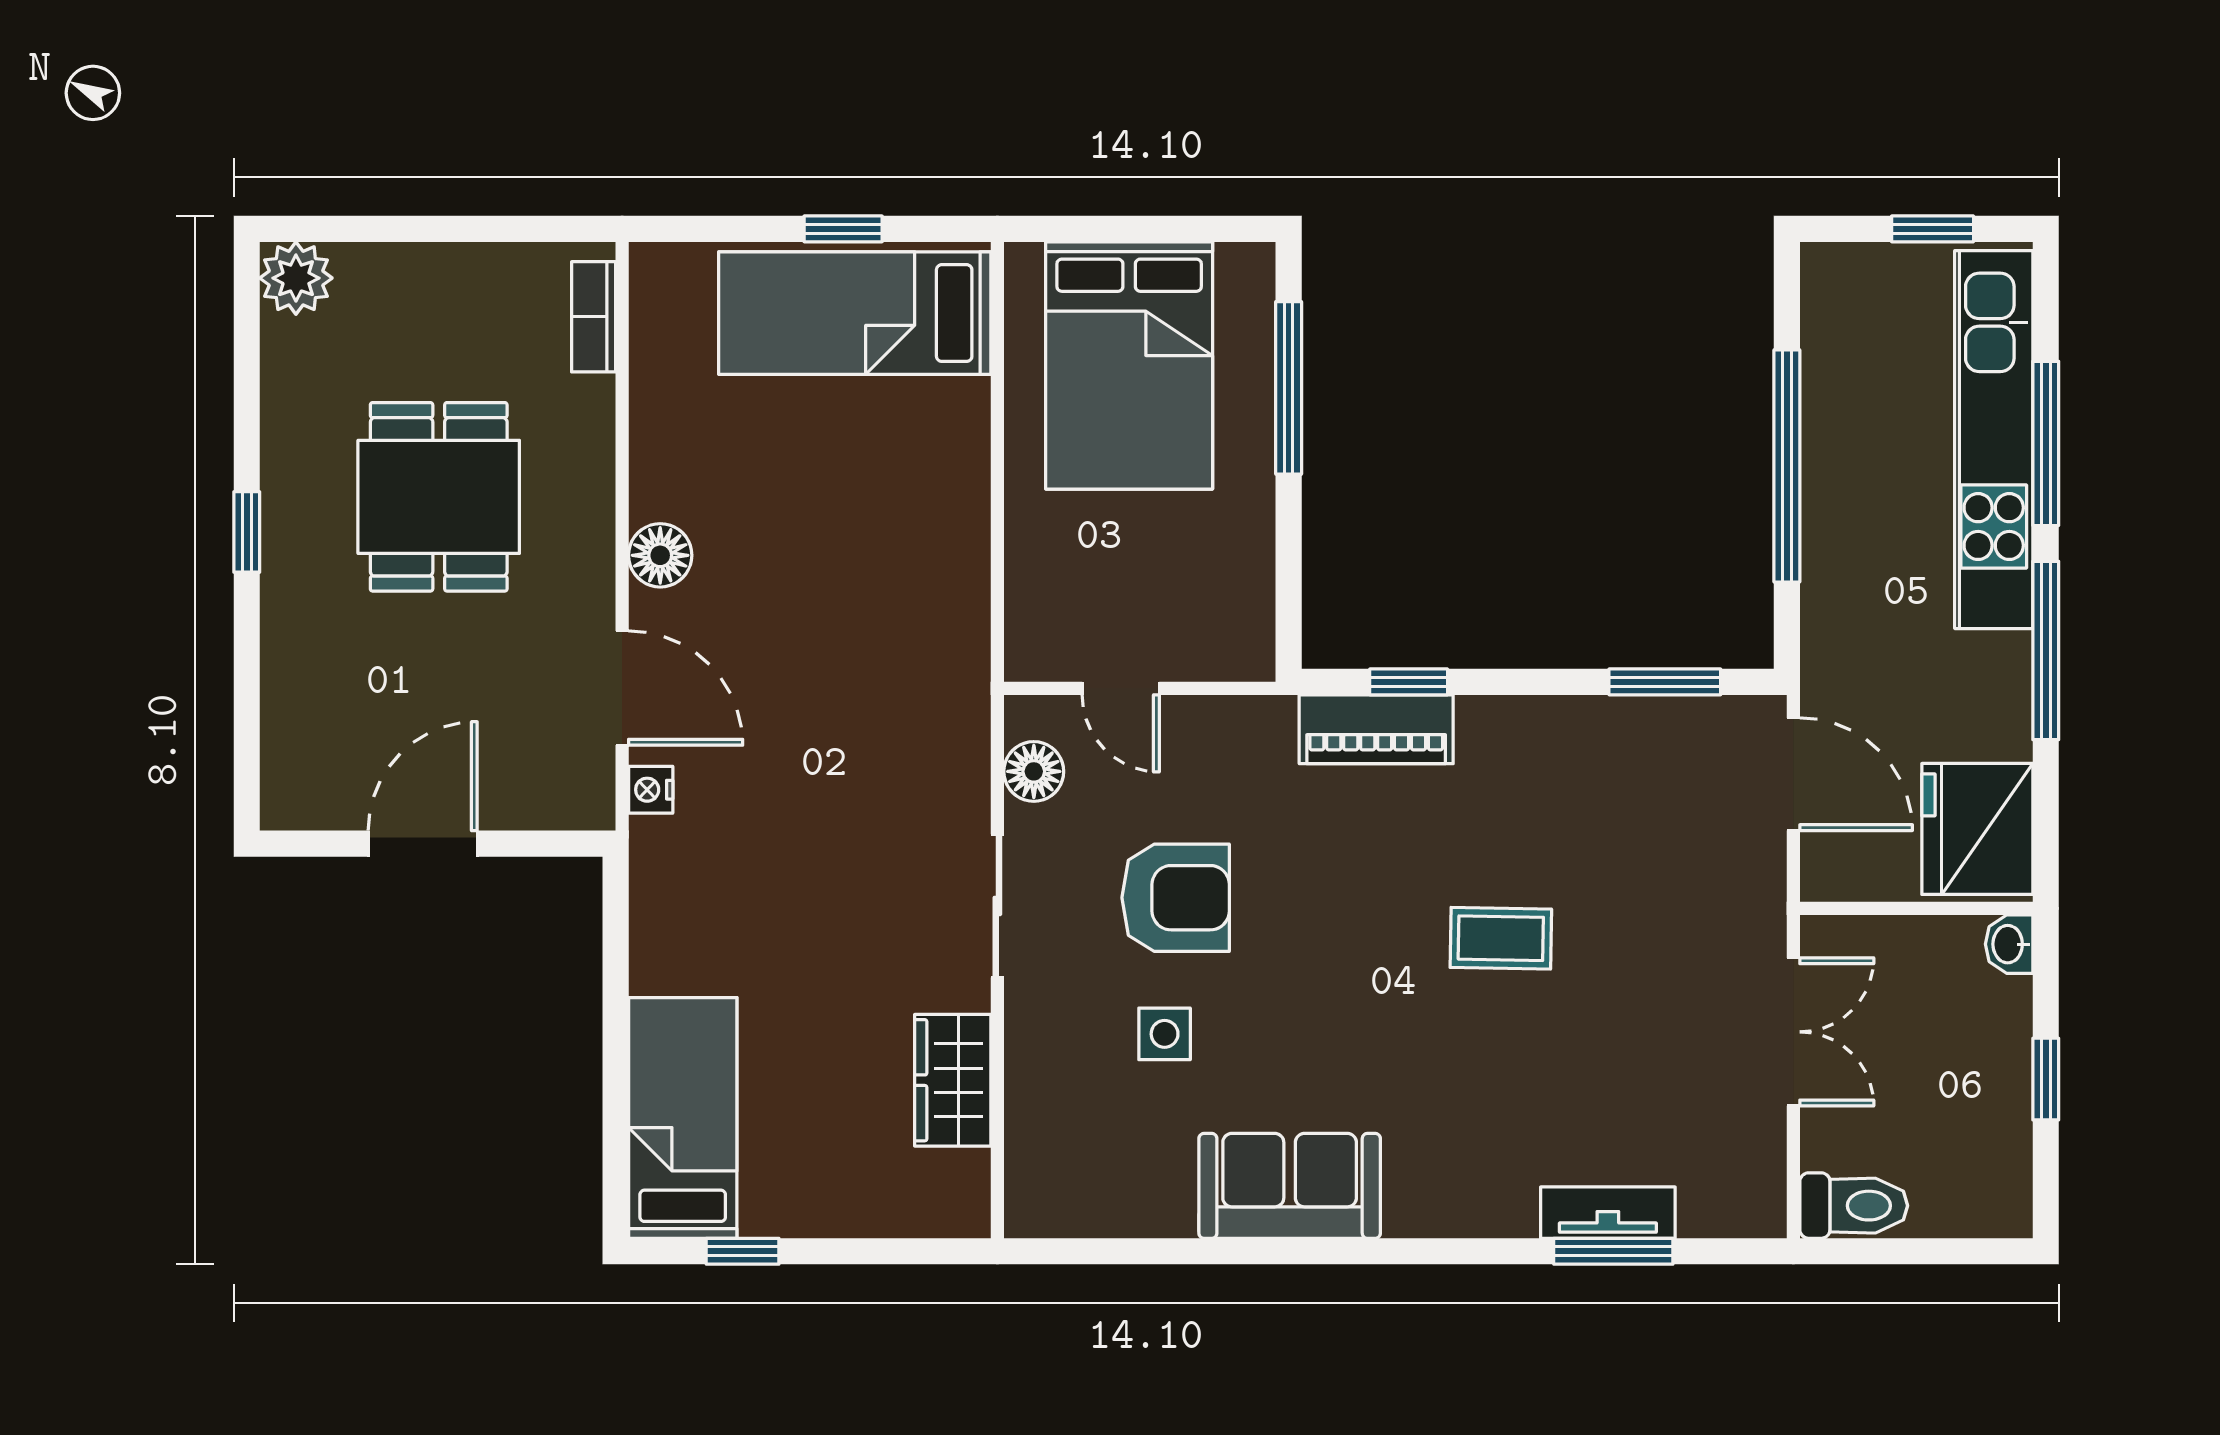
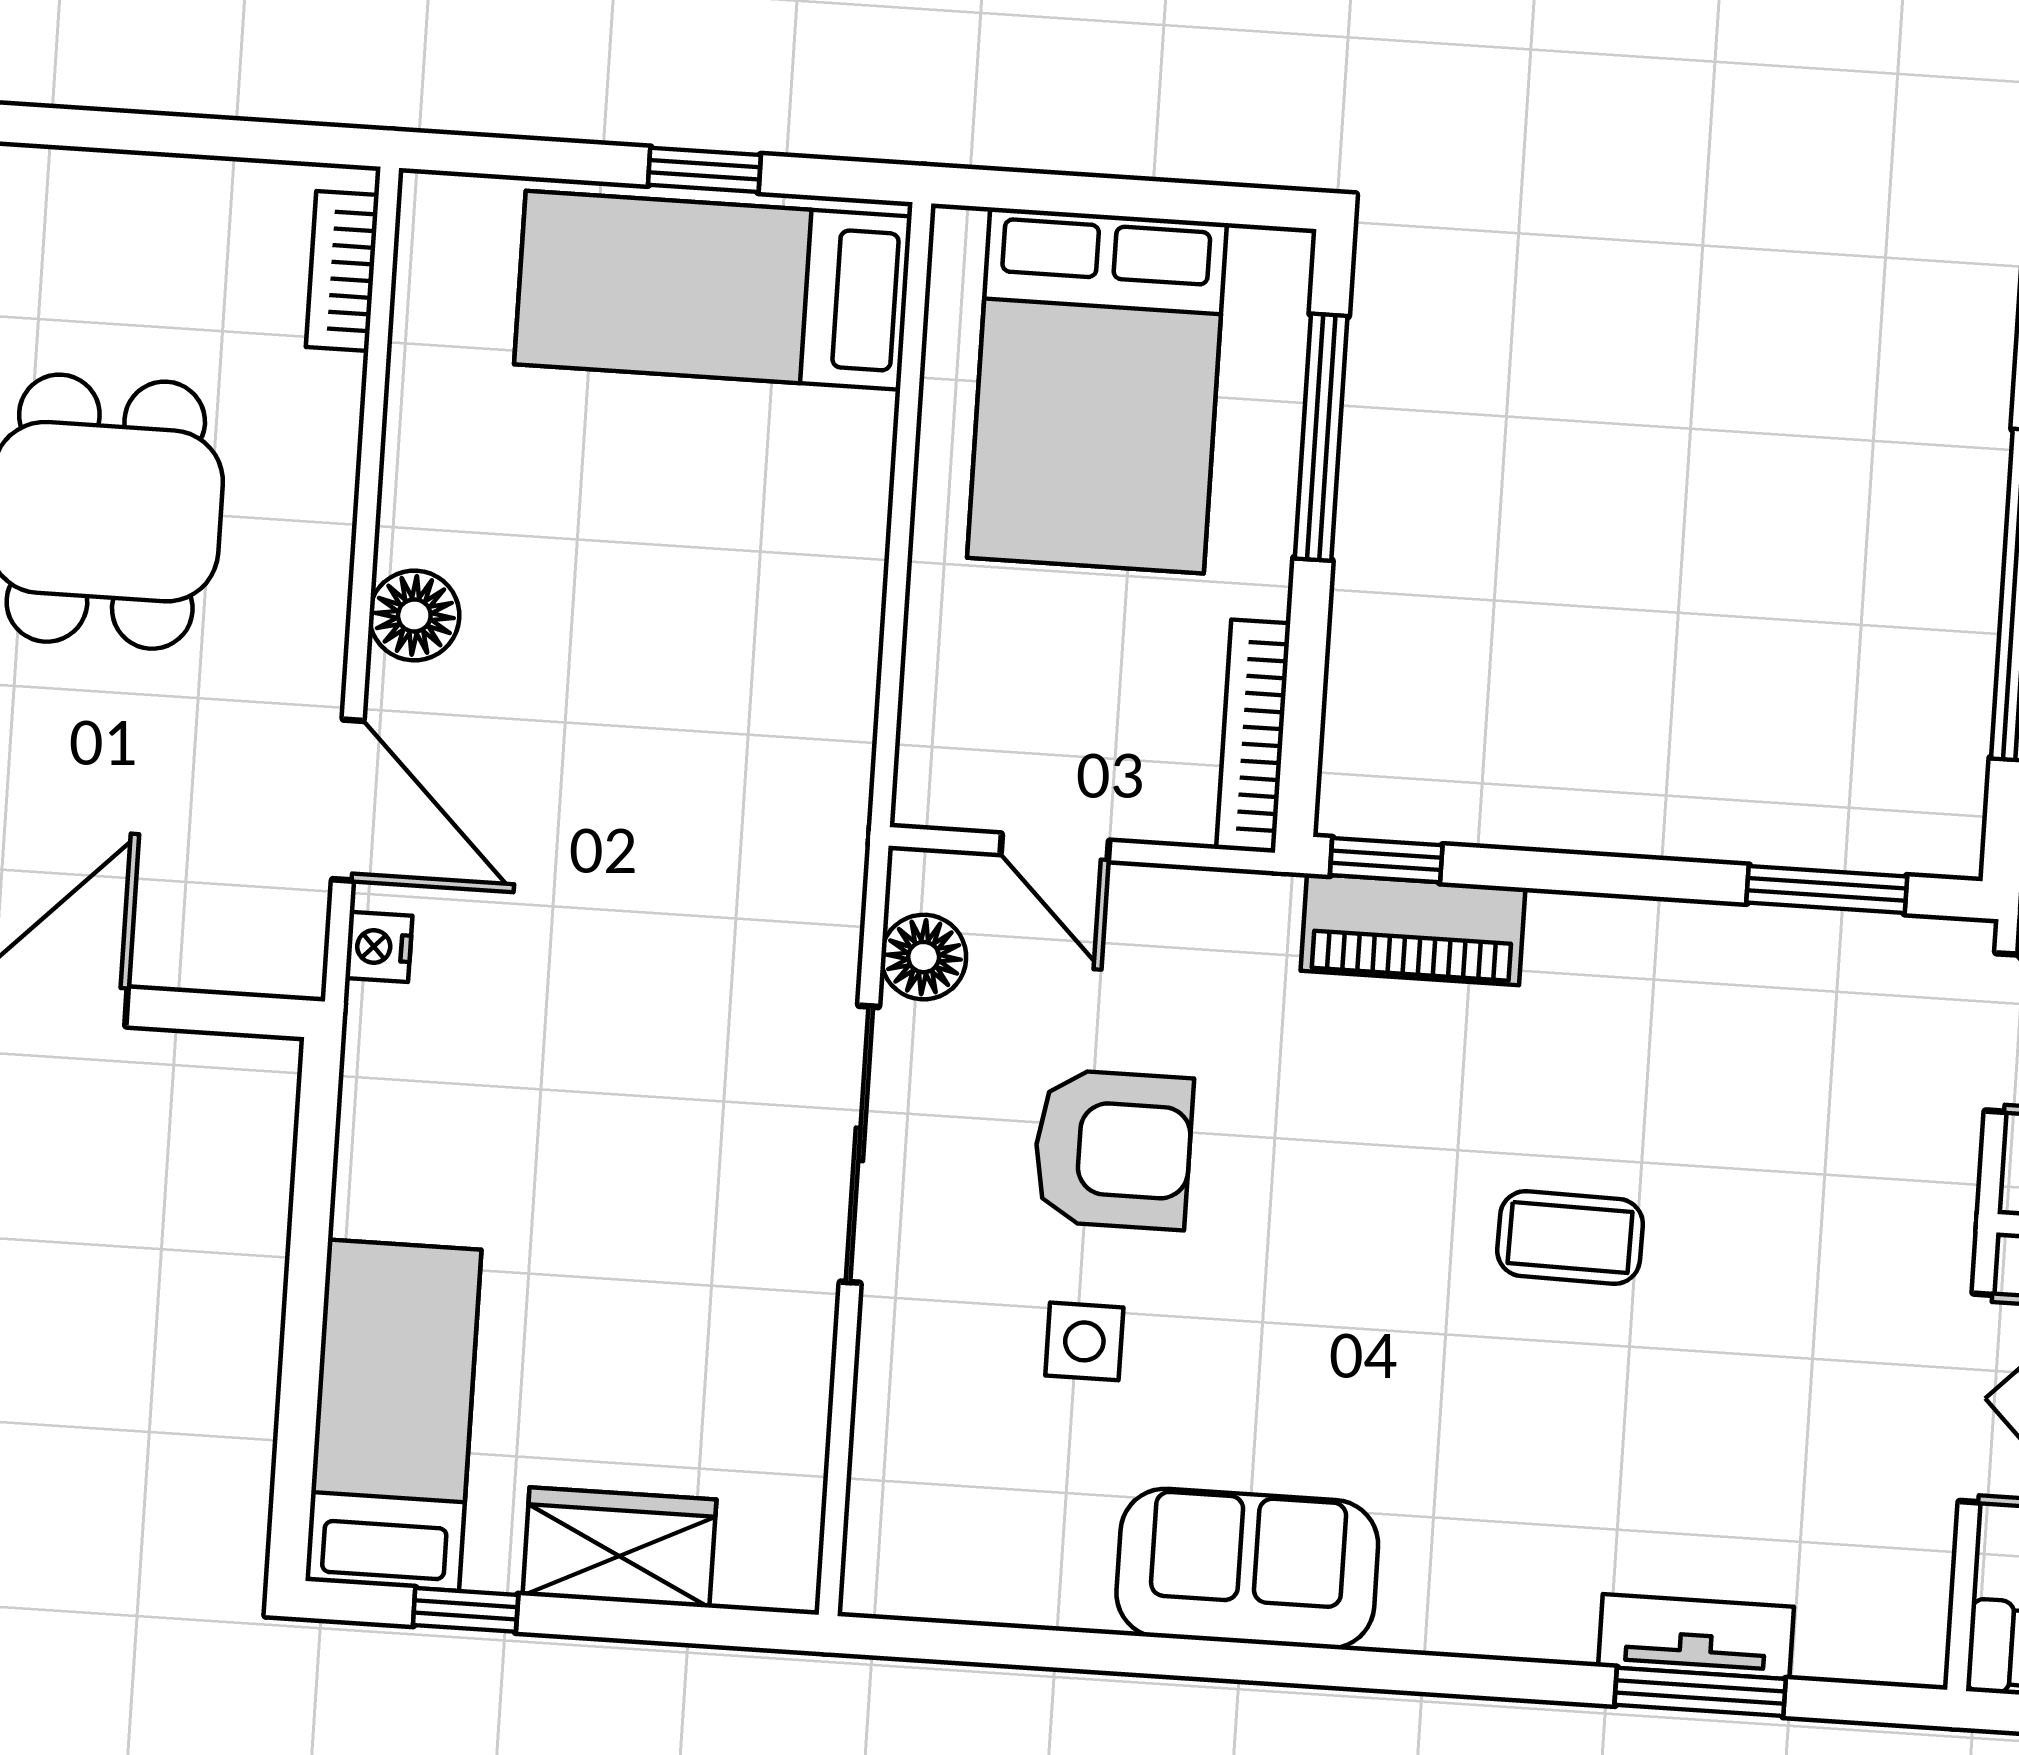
bookcase: (1255, 601) -> (1253, 736), added
window: (1409, 682) -> (1386, 860), moved
sliding door: (997, 906) -> (859, 1144), width x1.37
wardrobe: (953, 1080) -> (619, 1547), moved, turned 90

